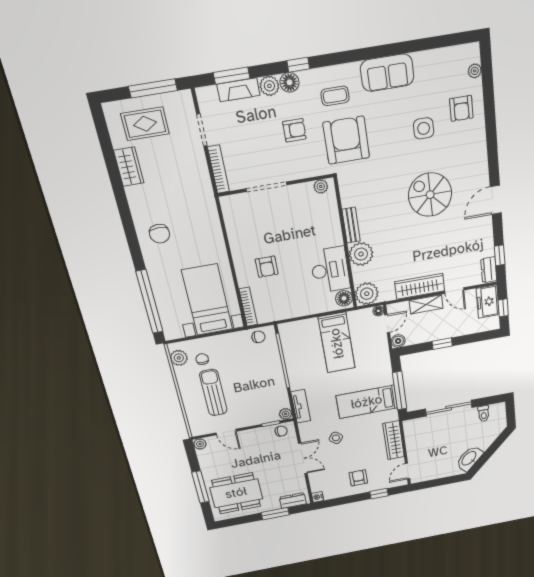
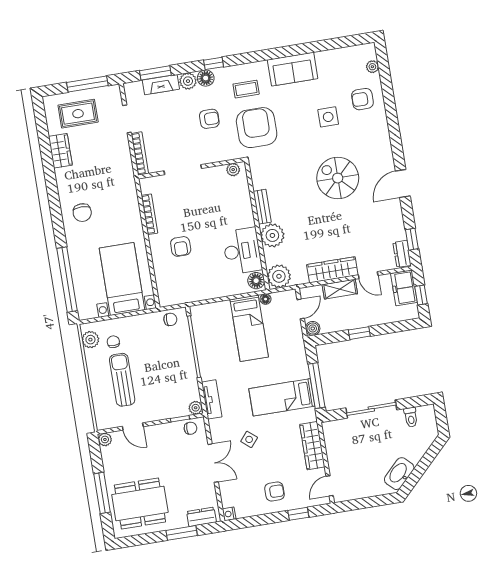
armchair: (461, 108) -> (362, 99), turned 90
bookcase: (248, 307) -> (149, 214), moved
floor lamp: (378, 311) -> (266, 299), moved
armchair: (358, 478) -> (274, 491), turned 90

